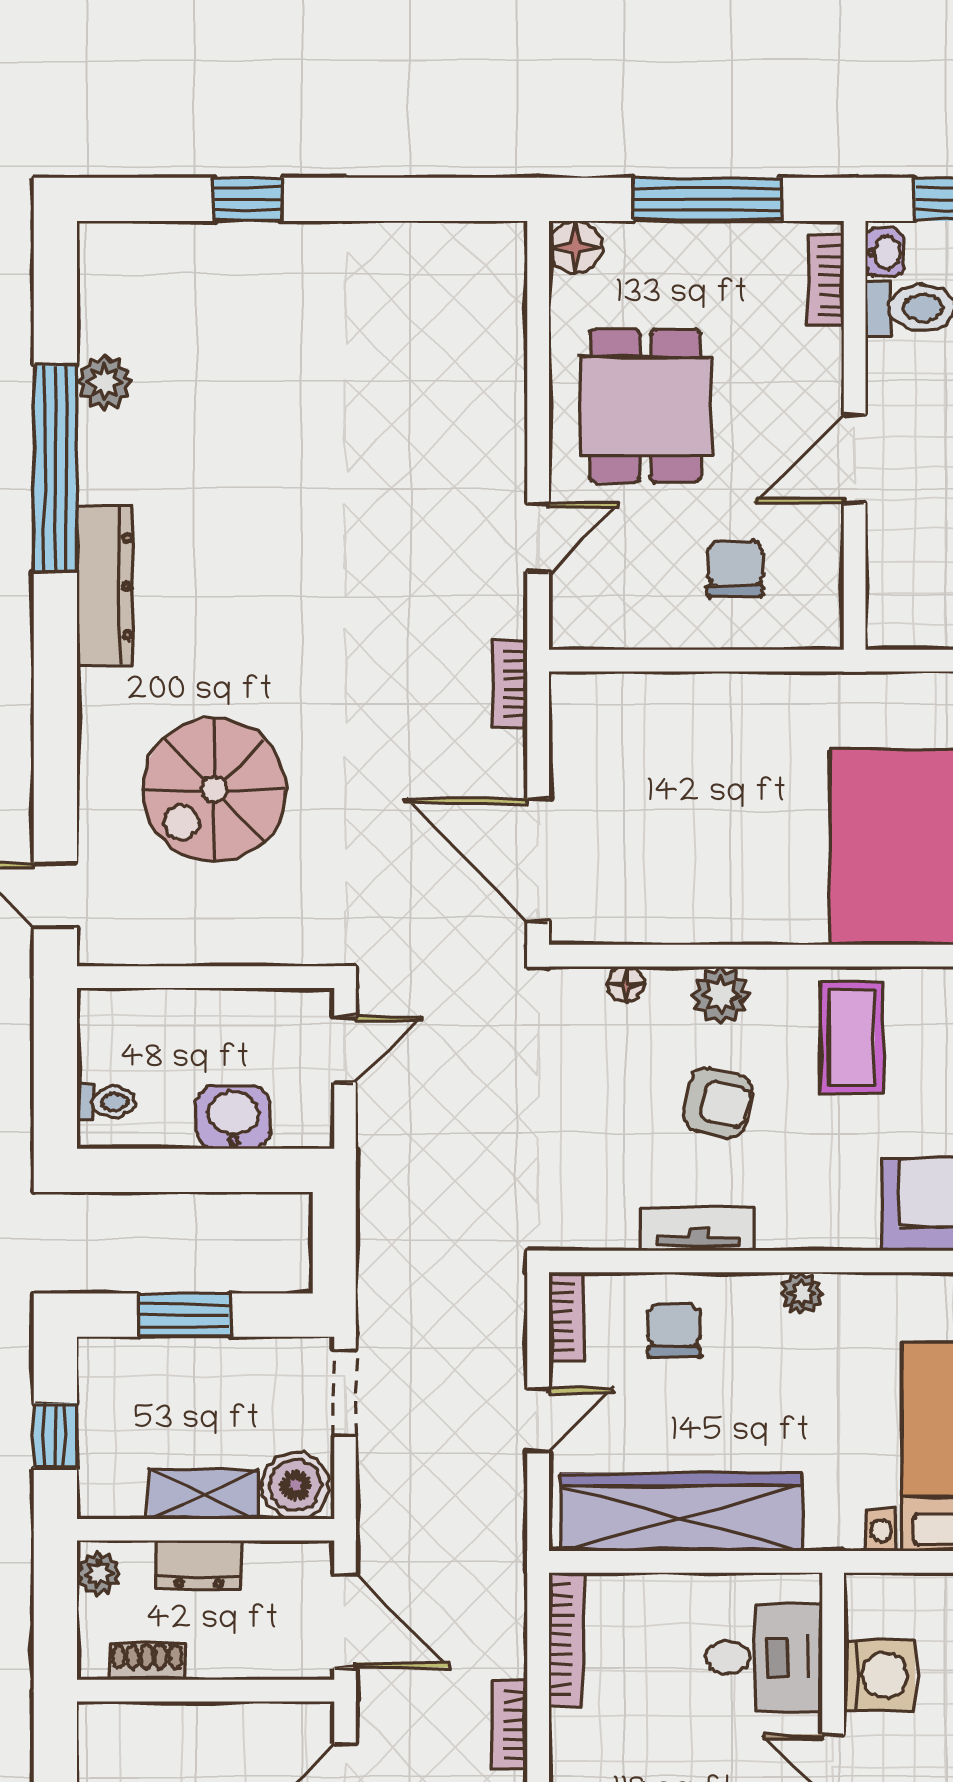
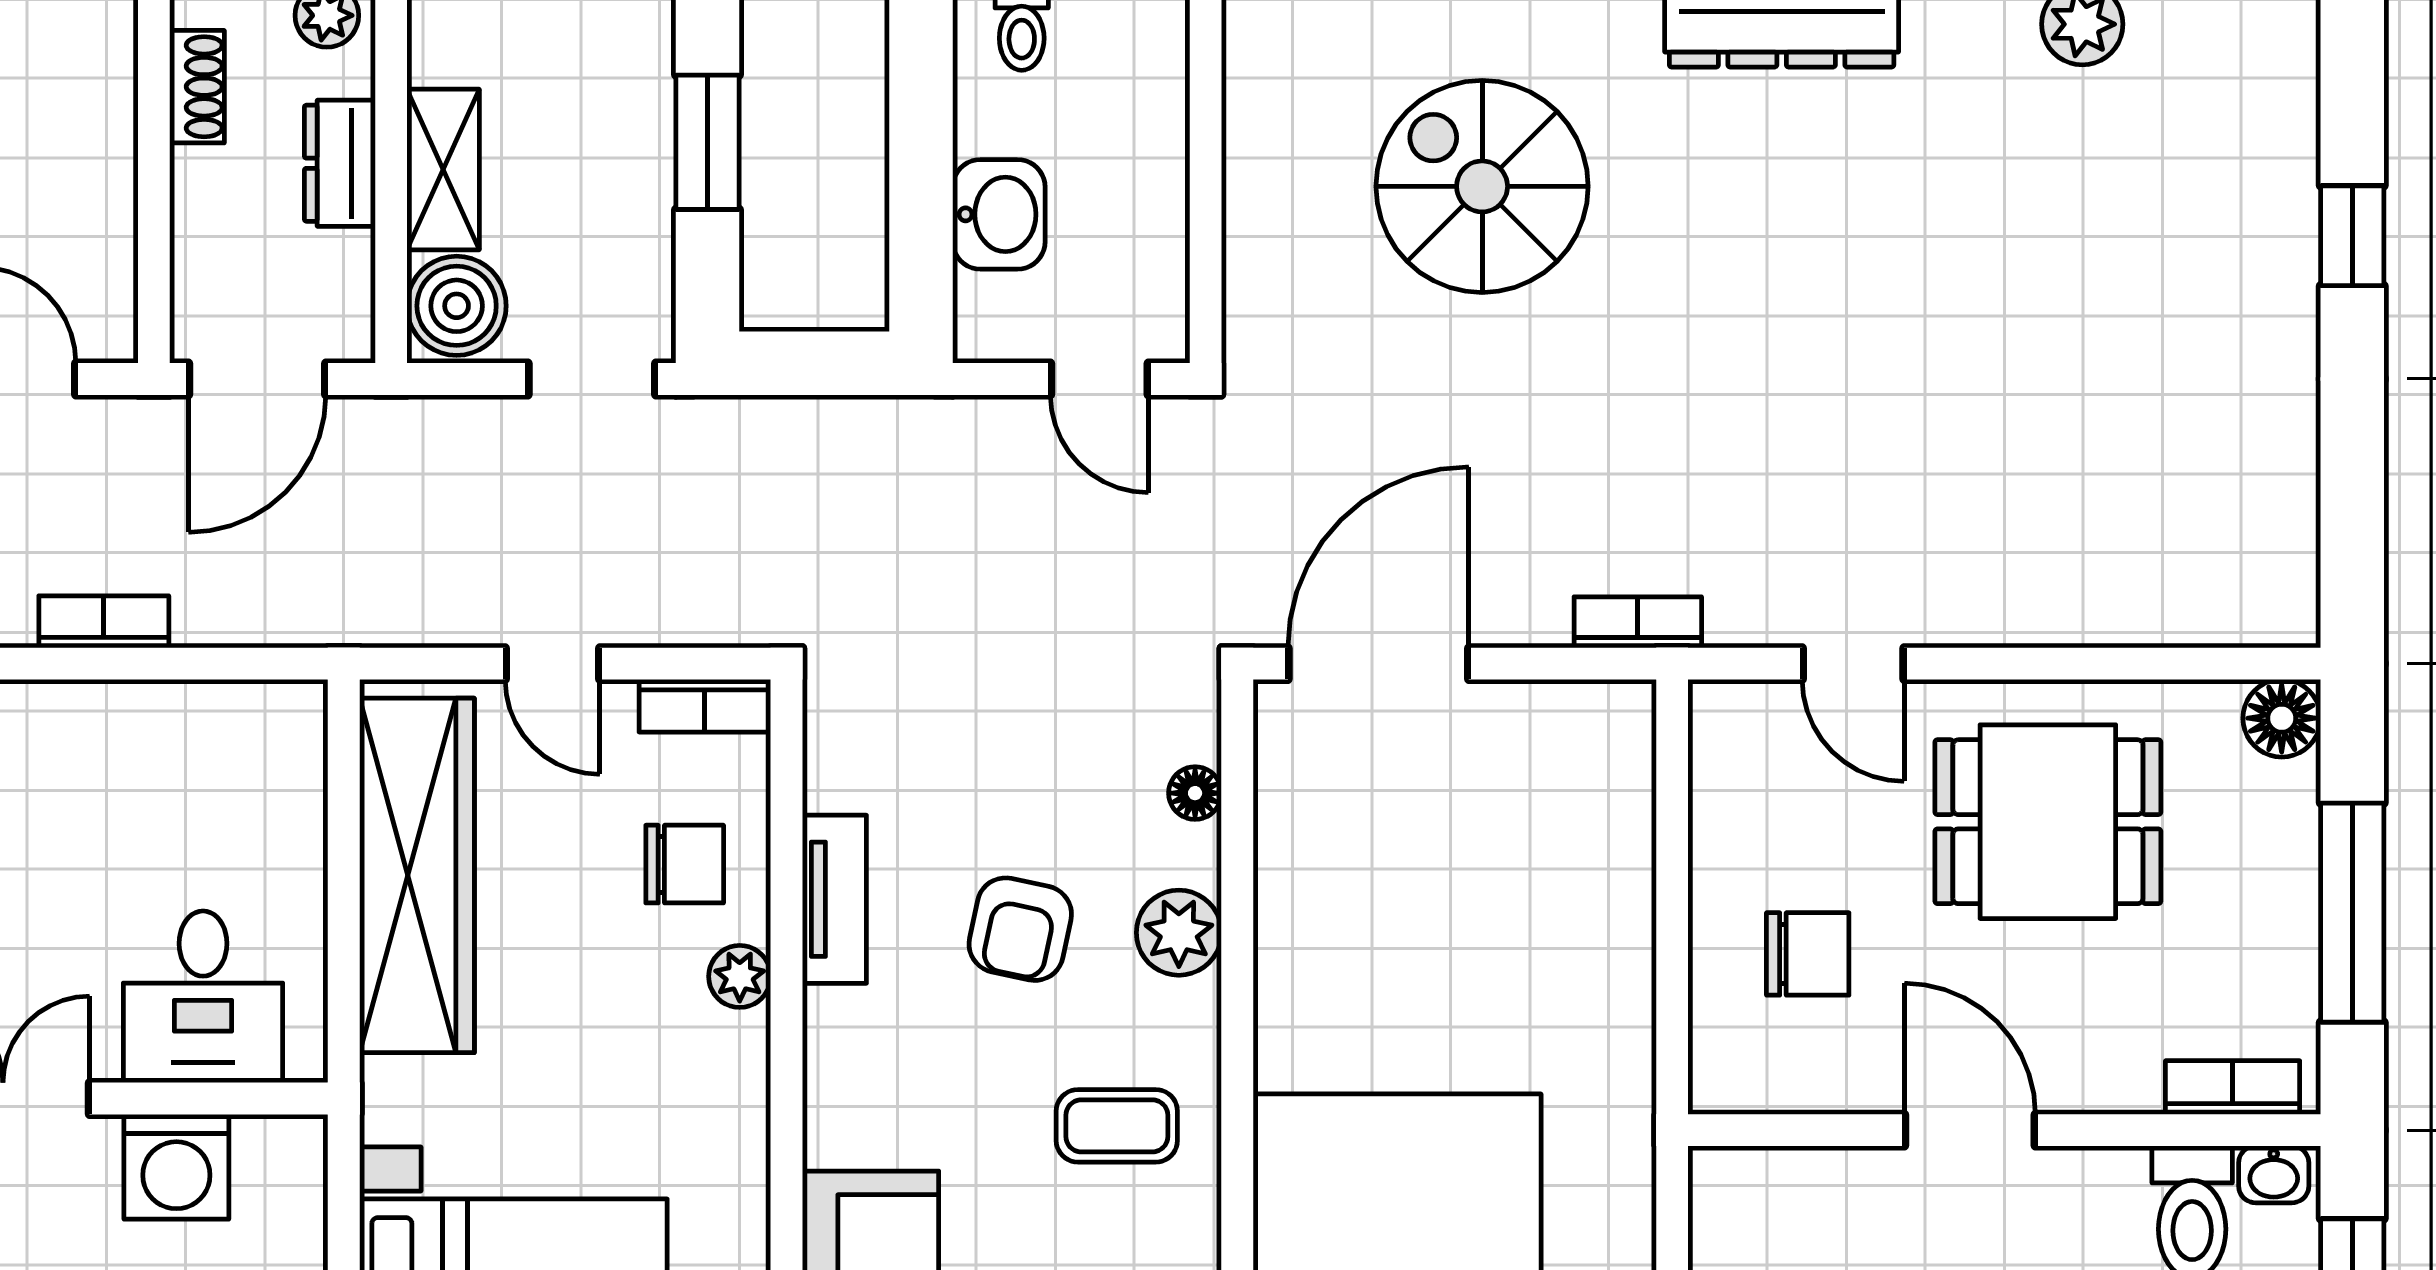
coffee table: (852, 1037) -> (1117, 1126), width x0.73, depth x0.77
plant: (802, 1293) -> (740, 976), moved
bookcase: (566, 1640) -> (229, 705), removed

